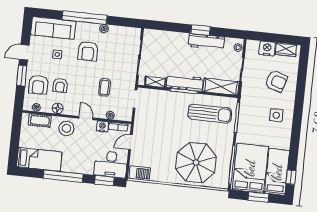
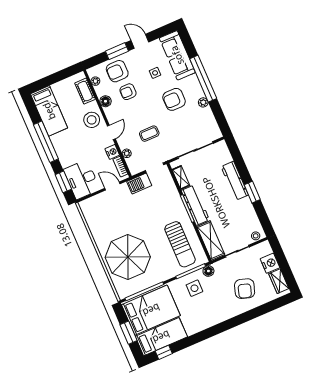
workbench: (206, 42) -> (235, 181), moved
floor lamp: (245, 103) -> (208, 271), added
side table: (276, 115) -> (194, 288), moved
barbecue: (140, 173) -> (139, 184), moved, turned 90

